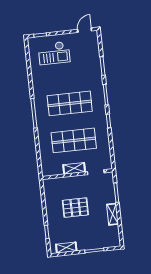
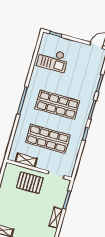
checkout: (54, 53) -> (53, 60), moved
shelving: (74, 168) -> (26, 160), moved
pallet: (75, 208) -> (30, 183), moved

